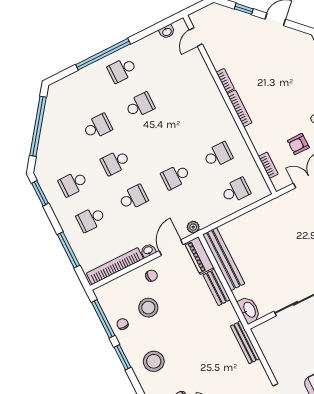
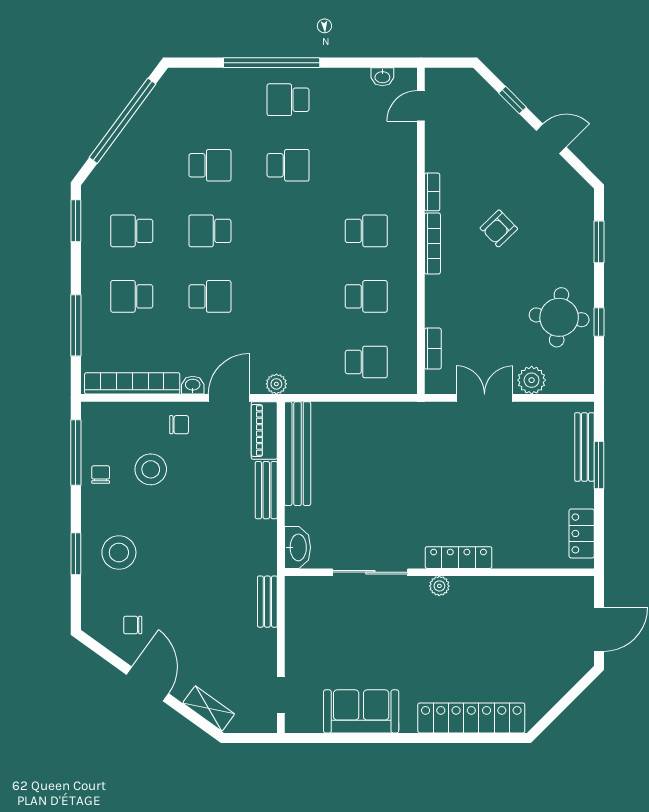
armchair: (298, 144) -> (499, 228), moved, turned -44
school desk: (176, 176) -> (366, 231), moved, turned 180
bench: (245, 342) -> (267, 602), width x0.73
window: (122, 357) -> (76, 554), moved

